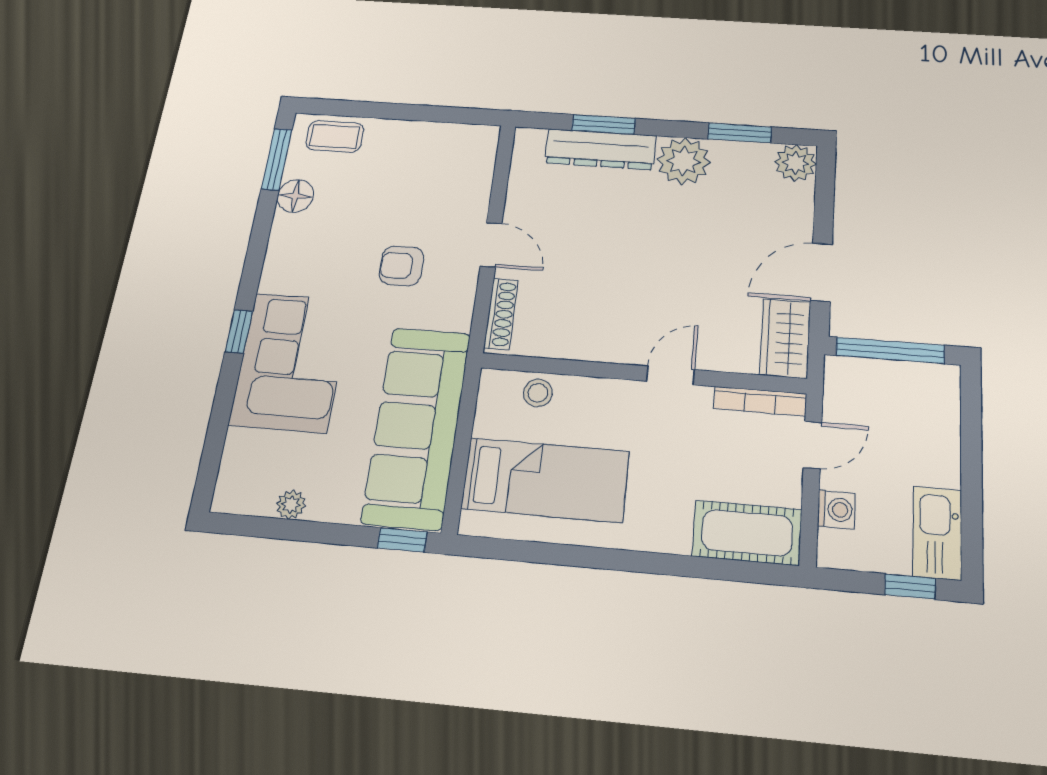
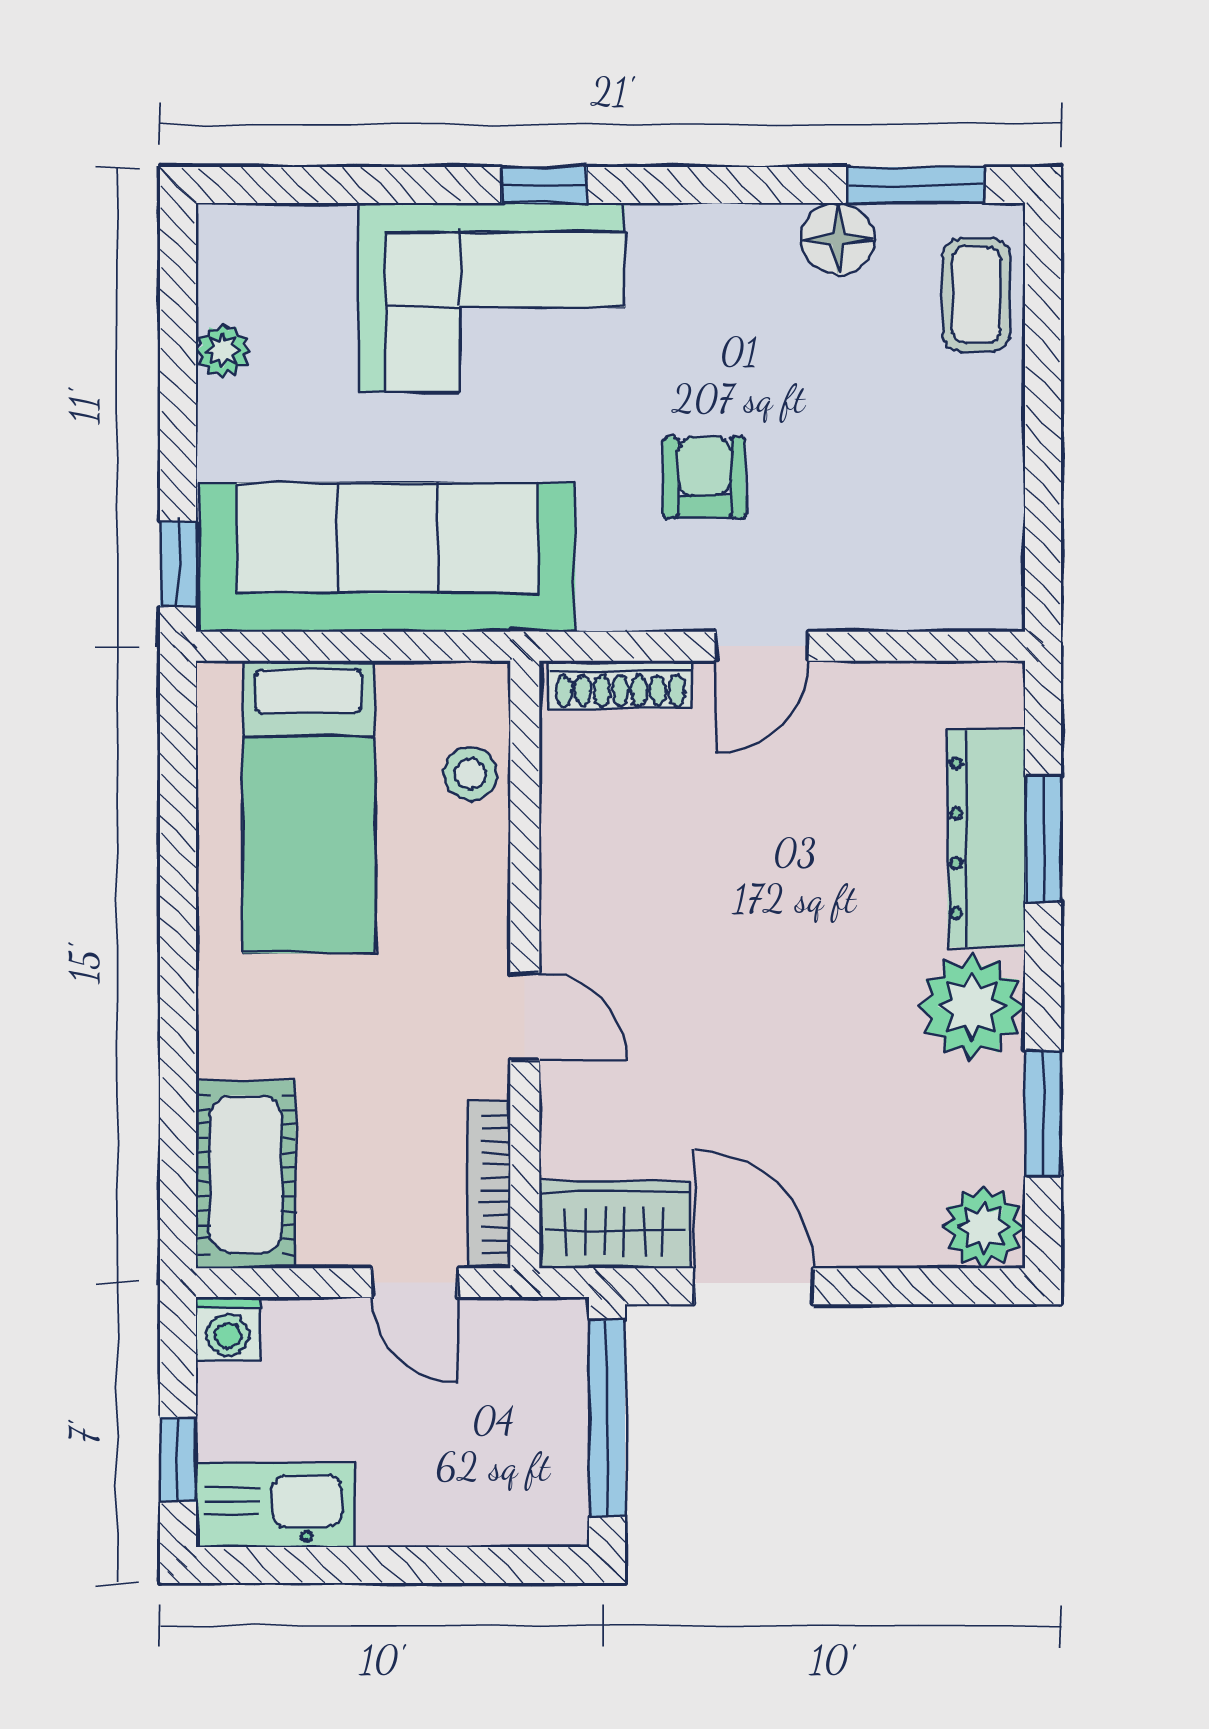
washing machine: (836, 510) -> (228, 1329), moved

